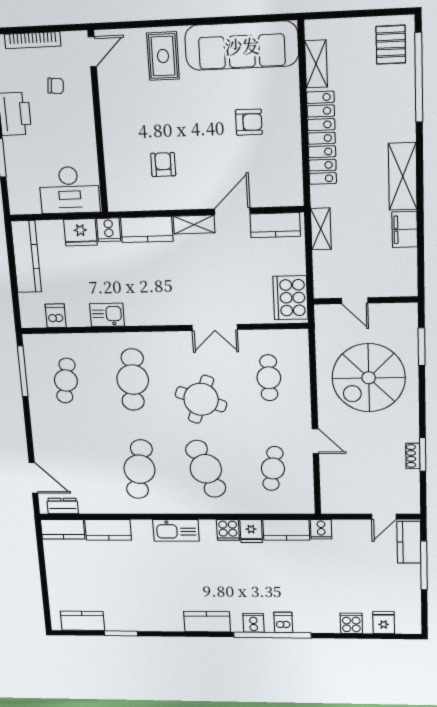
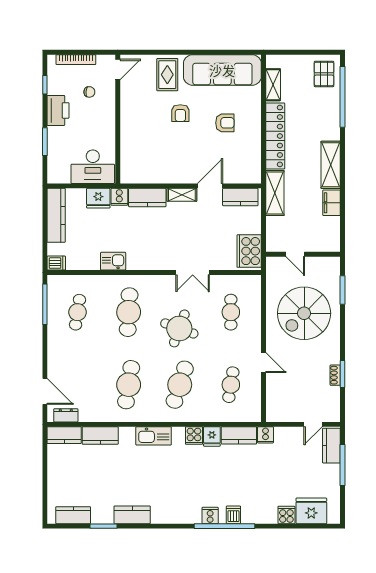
armchair: (163, 165) -> (180, 113), moved, turned 180
shelving: (321, 229) -> (275, 193), width x1.50, depth x1.33
dishwasher: (56, 316) -> (56, 263), moved, turned 90
cafe table: (206, 469) -> (180, 385), turned 39
kitchen counter: (207, 622) -> (132, 515), moved
fridge: (384, 623) -> (311, 511), width x1.88, depth x1.34

